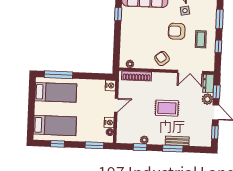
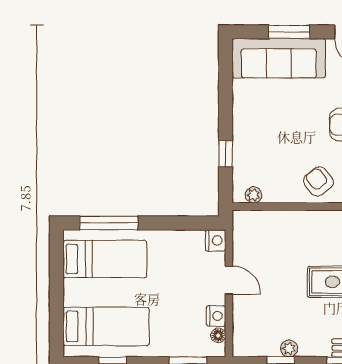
window: (118, 14) -> (226, 154), moved
shoe rack: (137, 76) -> (268, 219), removed
door: (116, 105) -> (229, 280), hinge flipped

